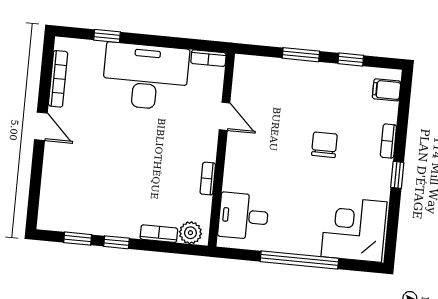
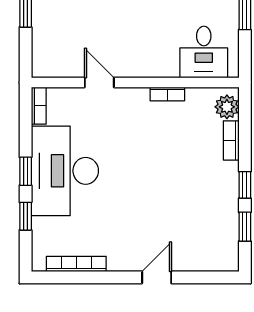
window: (149, 40) -> (26, 171), added
door: (225, 116) -> (99, 82), hinge flipped
door: (41, 126) -> (157, 277), moved

